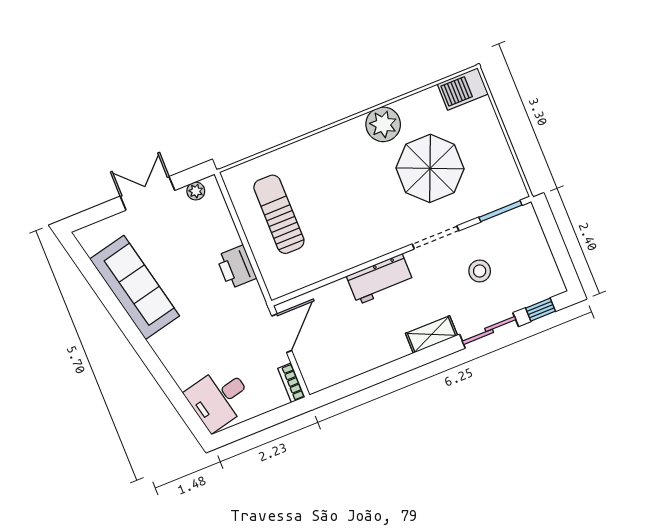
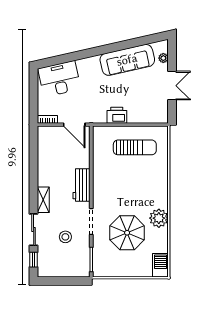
plant: (196, 191) -> (163, 58), moved
desk: (219, 398) -> (59, 79), width x1.37

